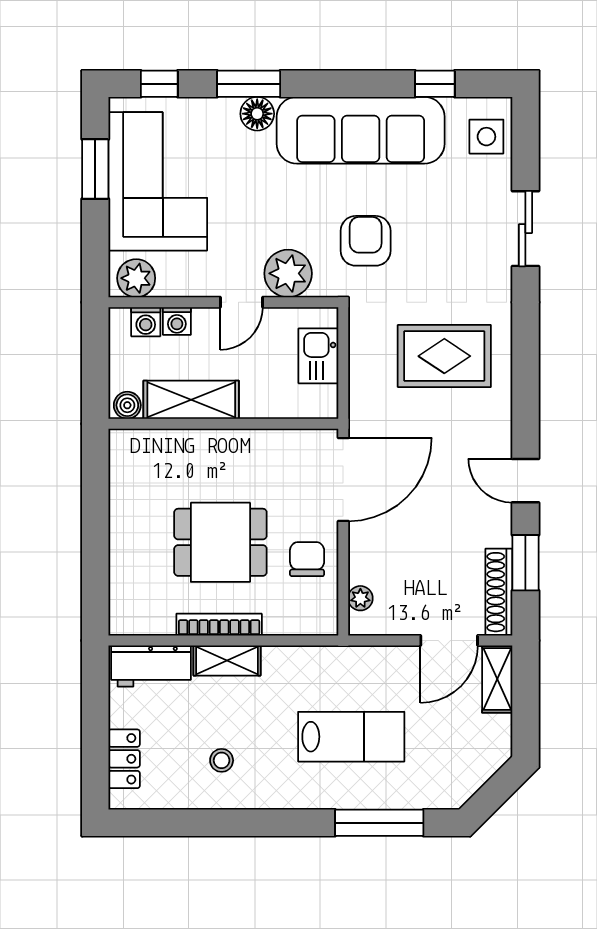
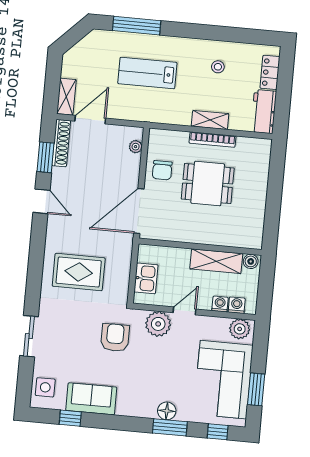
sofa: (361, 130) -> (91, 399), width x0.54, depth x0.79
armchair: (366, 241) -> (115, 338), turned 180
workbench: (151, 666) -> (264, 112), moved, turned -90

